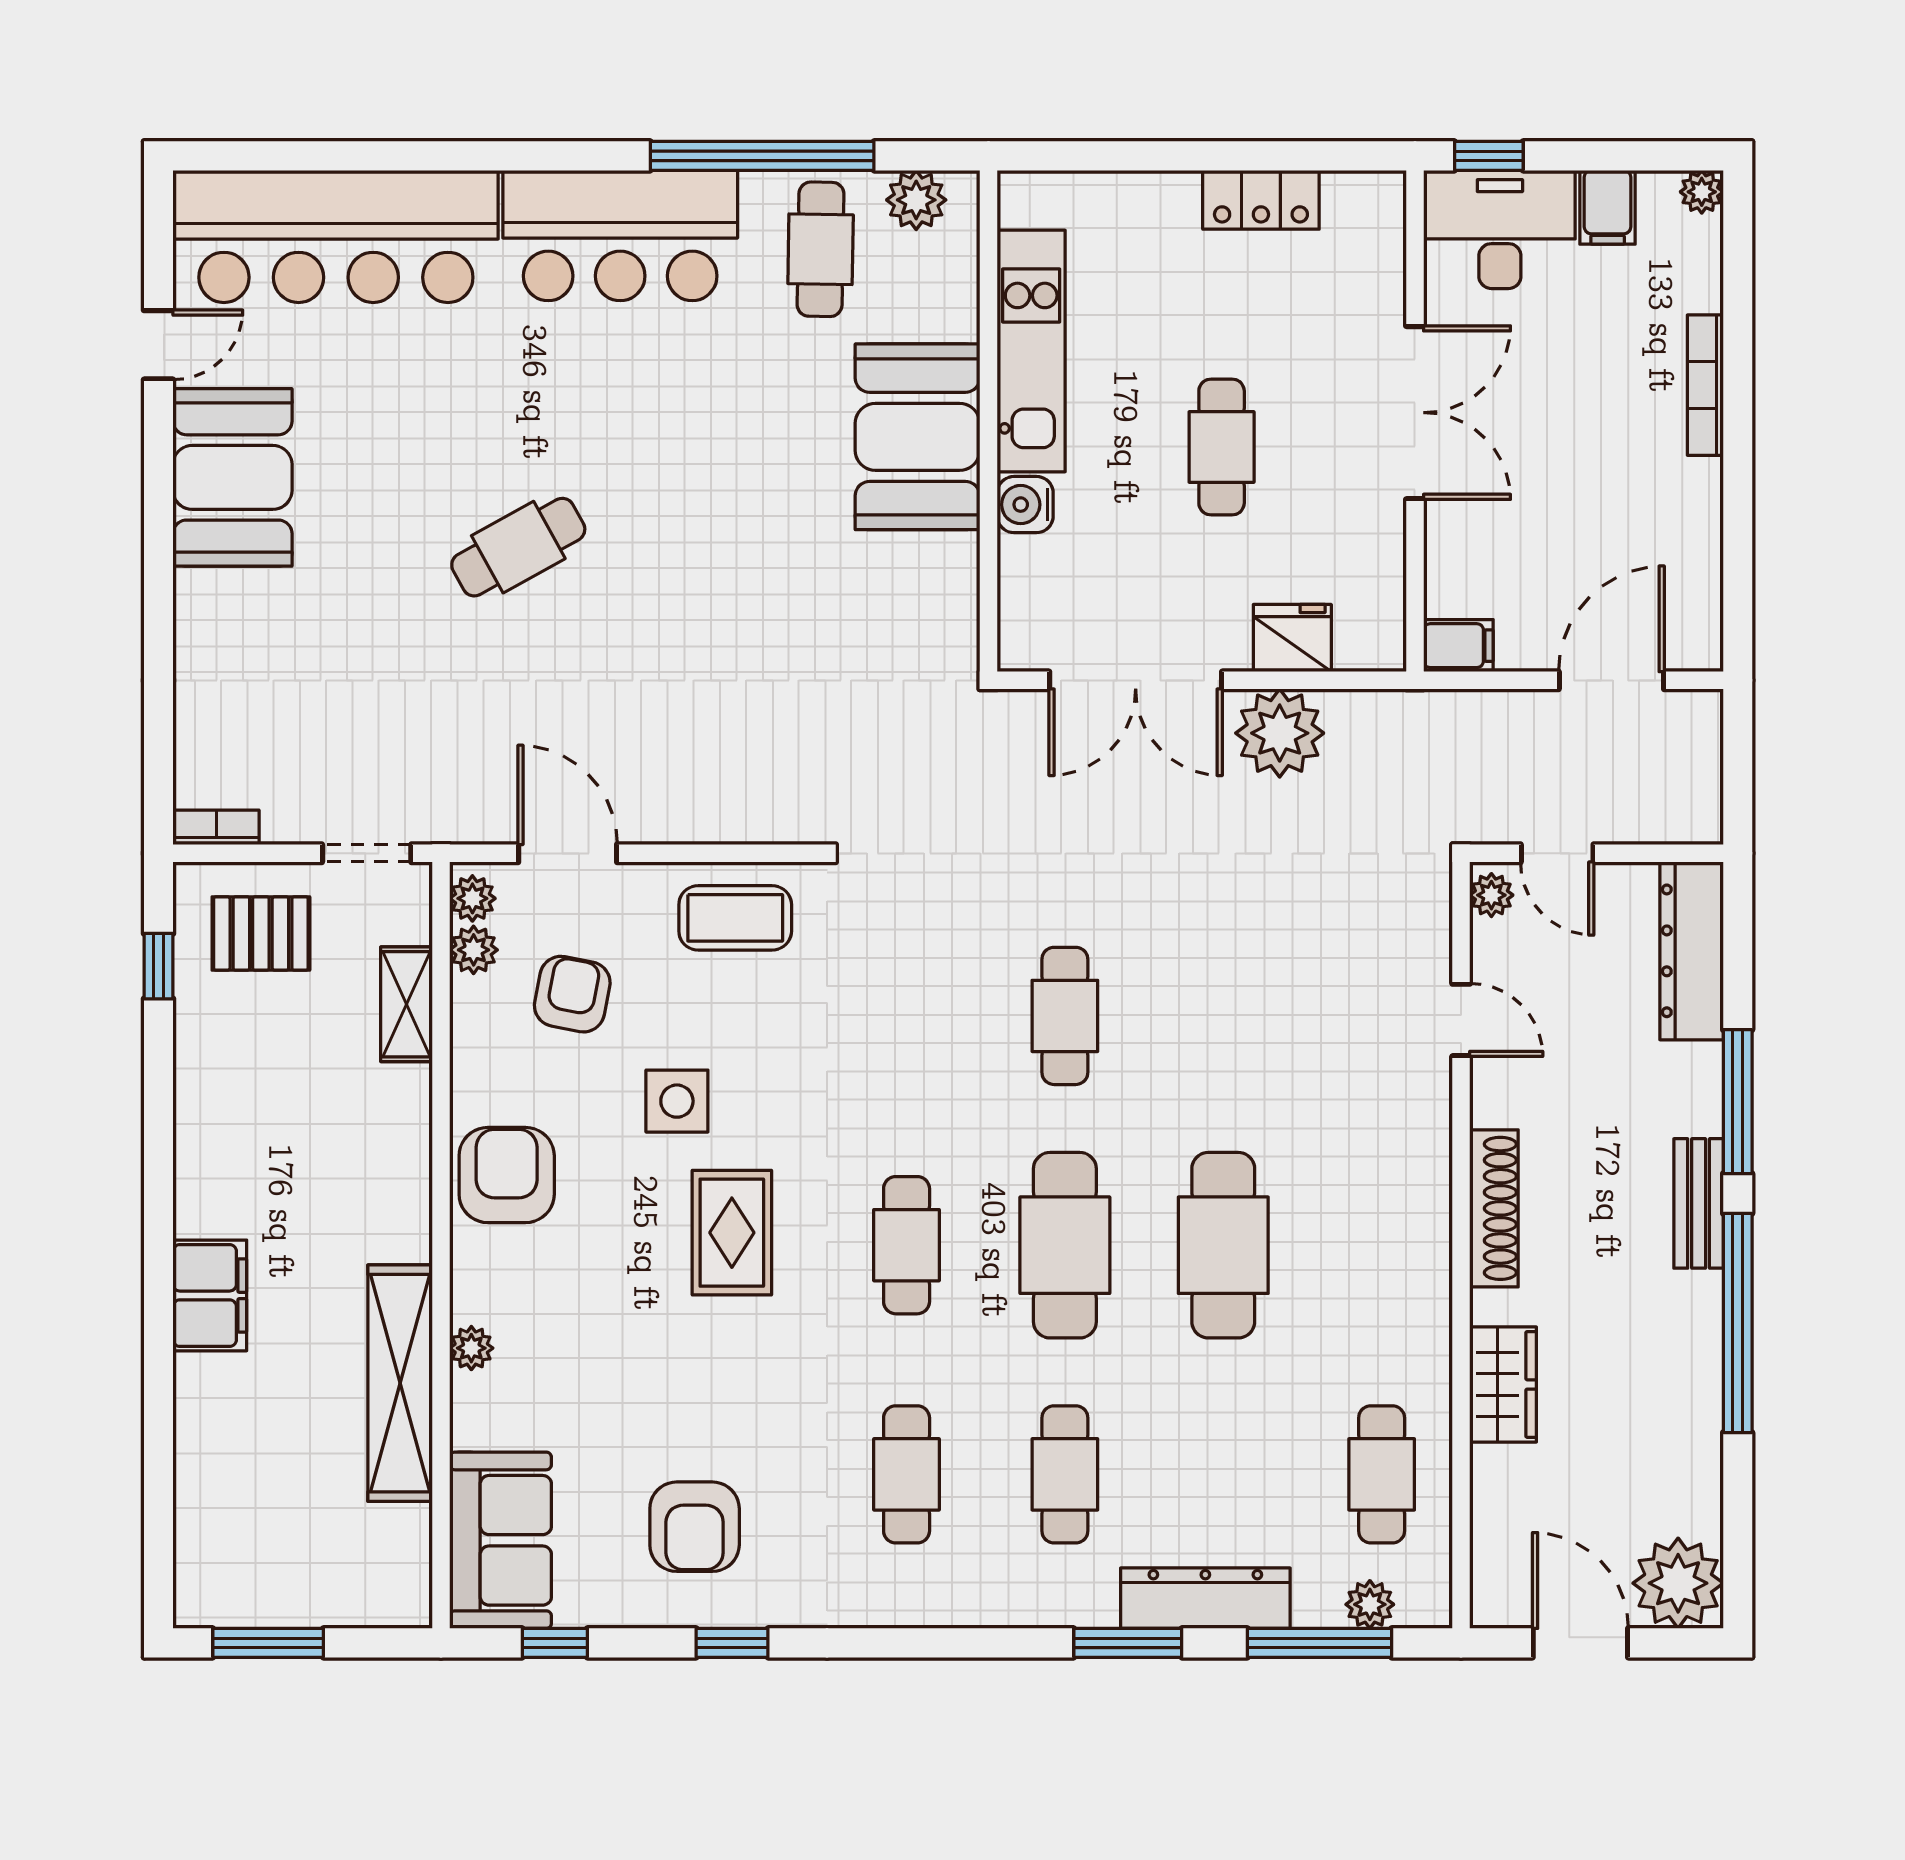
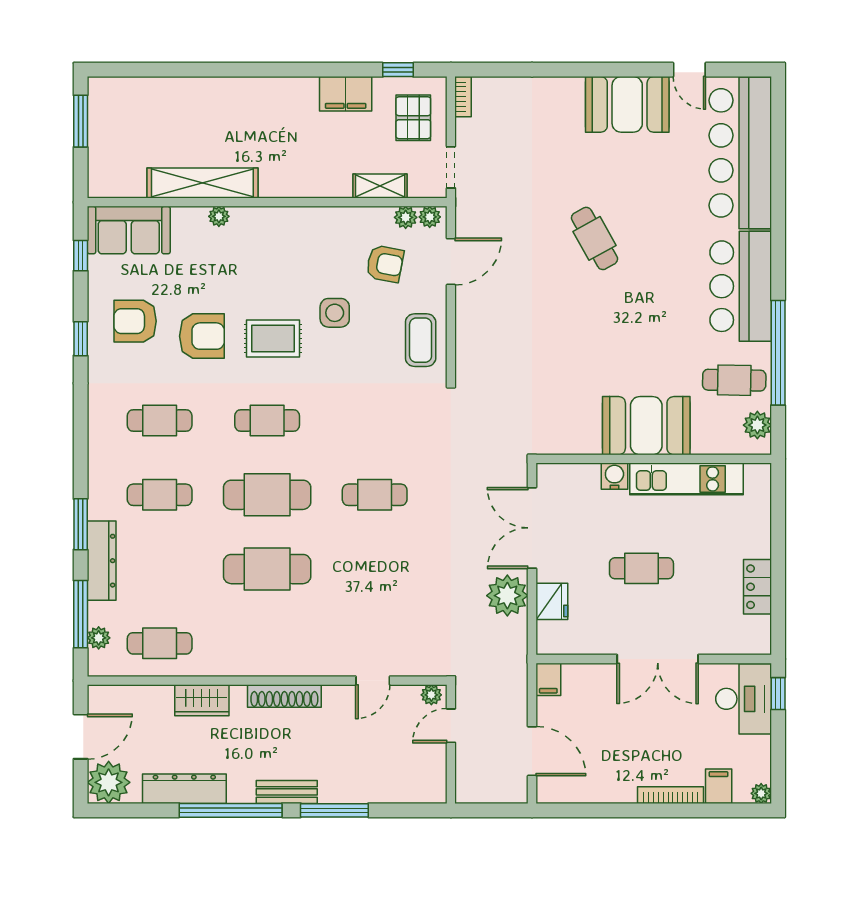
filing cabinet: (1608, 207) -> (719, 786), moved, turned 90
dresser: (1692, 951) -> (184, 789), moved
armchair: (507, 1175) -> (202, 336), moved
filing cabinet: (210, 1295) -> (346, 94), moved

